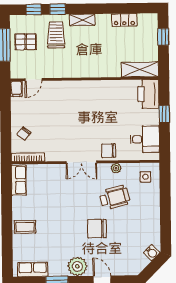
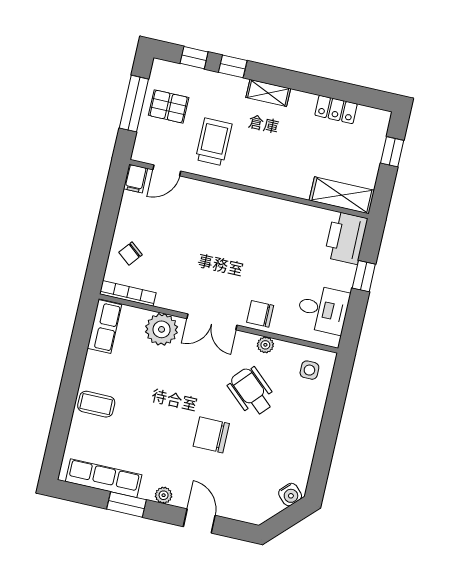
trolley: (56, 35) -> (214, 142), moved
plant: (53, 174) -> (162, 329), added
wheelchair: (115, 198) -> (252, 392), turned -124
plant: (77, 266) -> (164, 495), width x0.53, depth x0.53
row of seats: (33, 269) -> (104, 478), width x1.48

